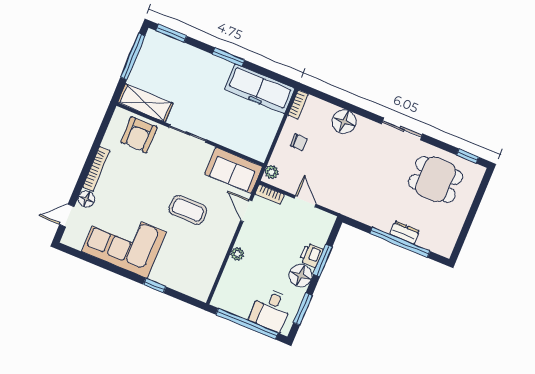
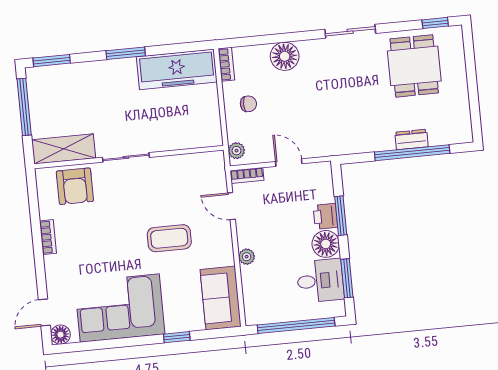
bookcase: (96, 169) -> (48, 237), width x0.64
sofa: (234, 170) -> (221, 298), moved, turned 90
dining table: (435, 179) -> (414, 66), turned 90
floor lamp: (86, 199) -> (60, 335), moved
desk: (271, 310) -> (320, 281), moved, turned -90

